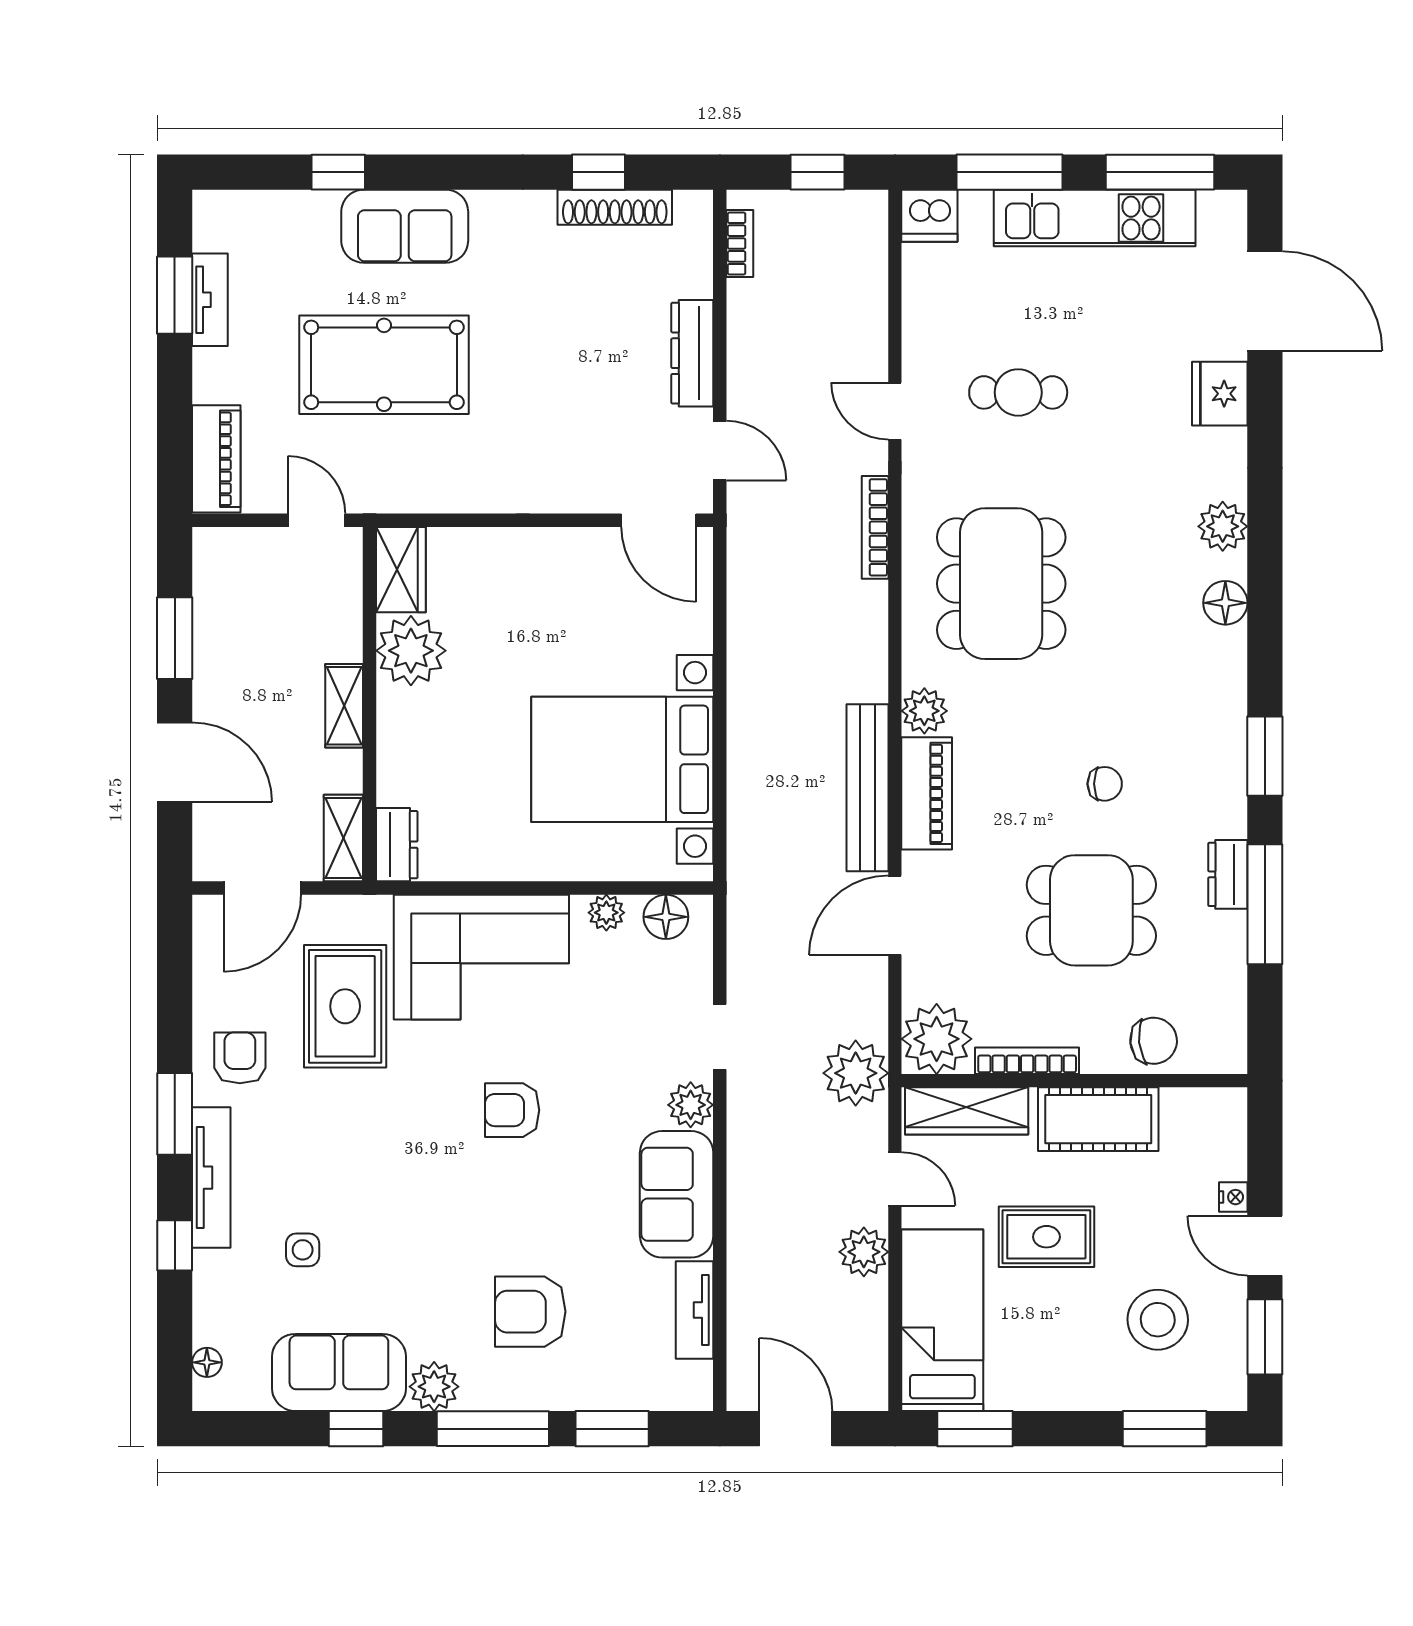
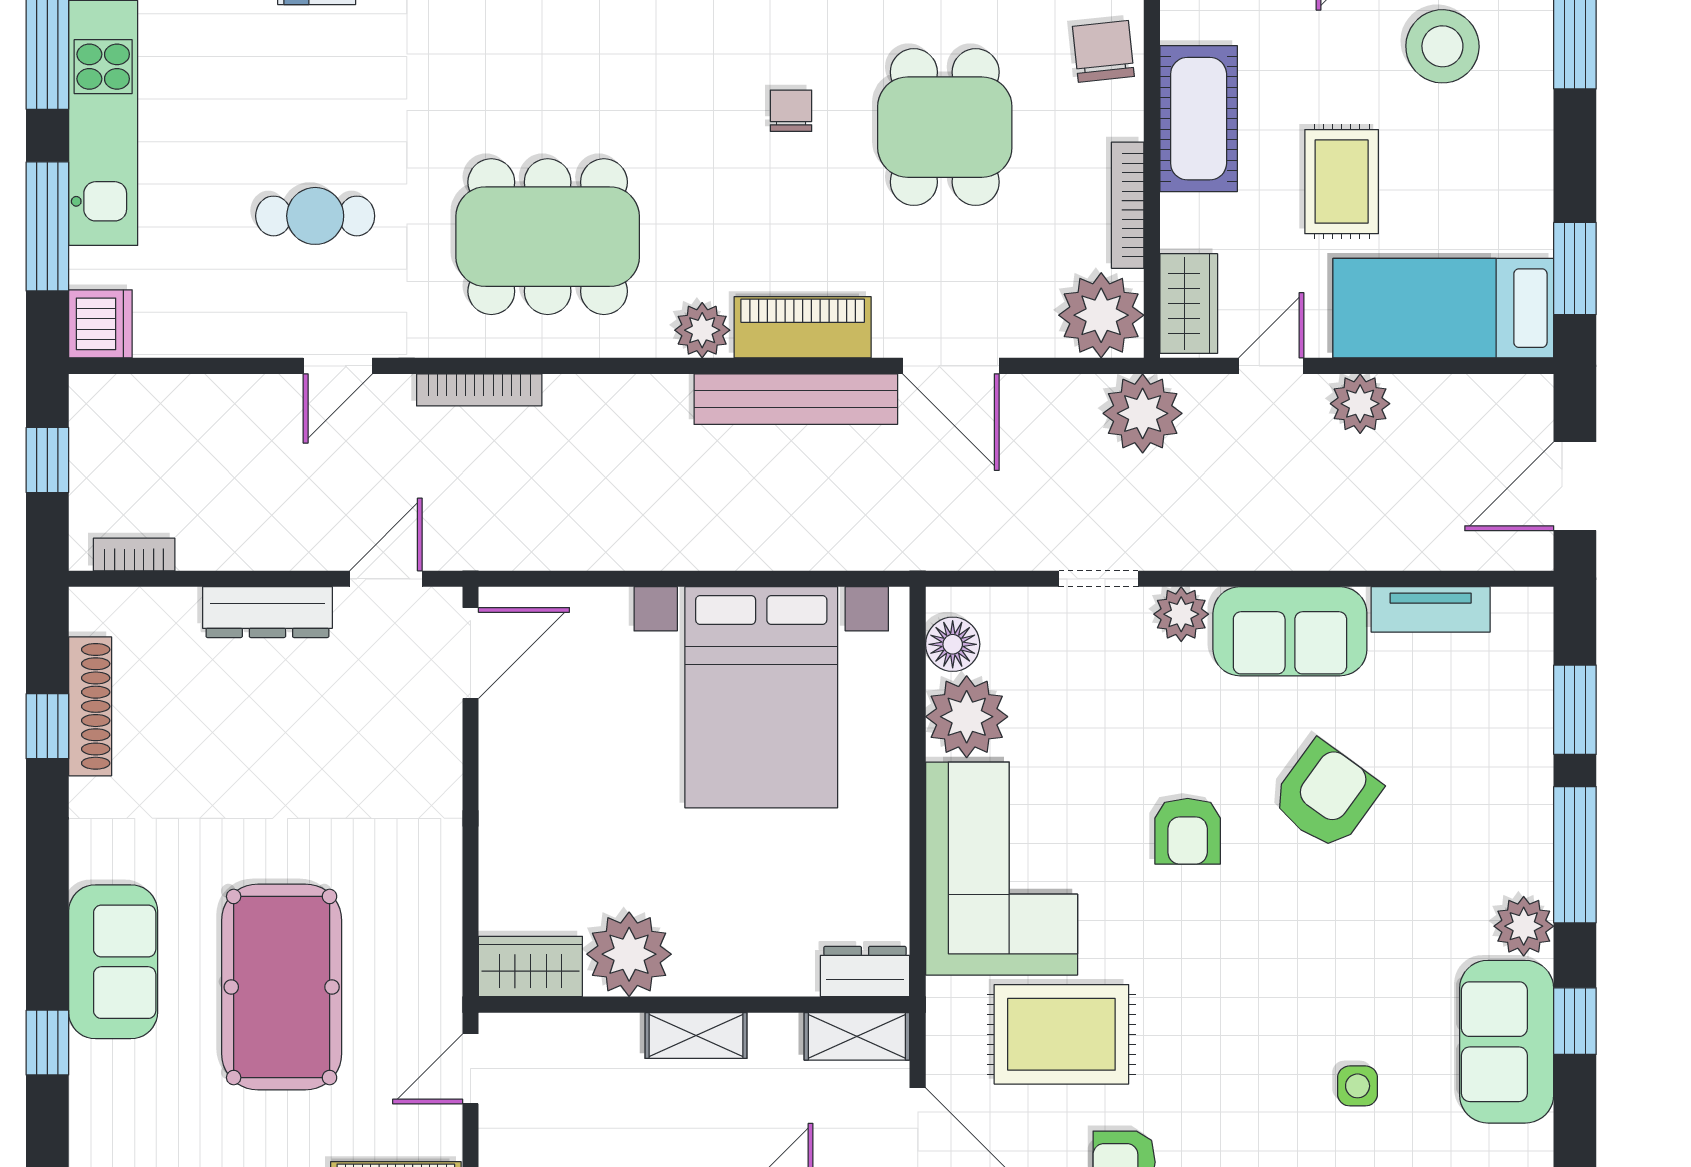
cafe table: (1018, 392) -> (315, 216), turned 90
plant: (606, 913) -> (967, 717), width x1.88, depth x1.88
wardrobe: (967, 1111) -> (1189, 304), width x0.67
armchair: (530, 1312) -> (1326, 795), moved, turned -144

